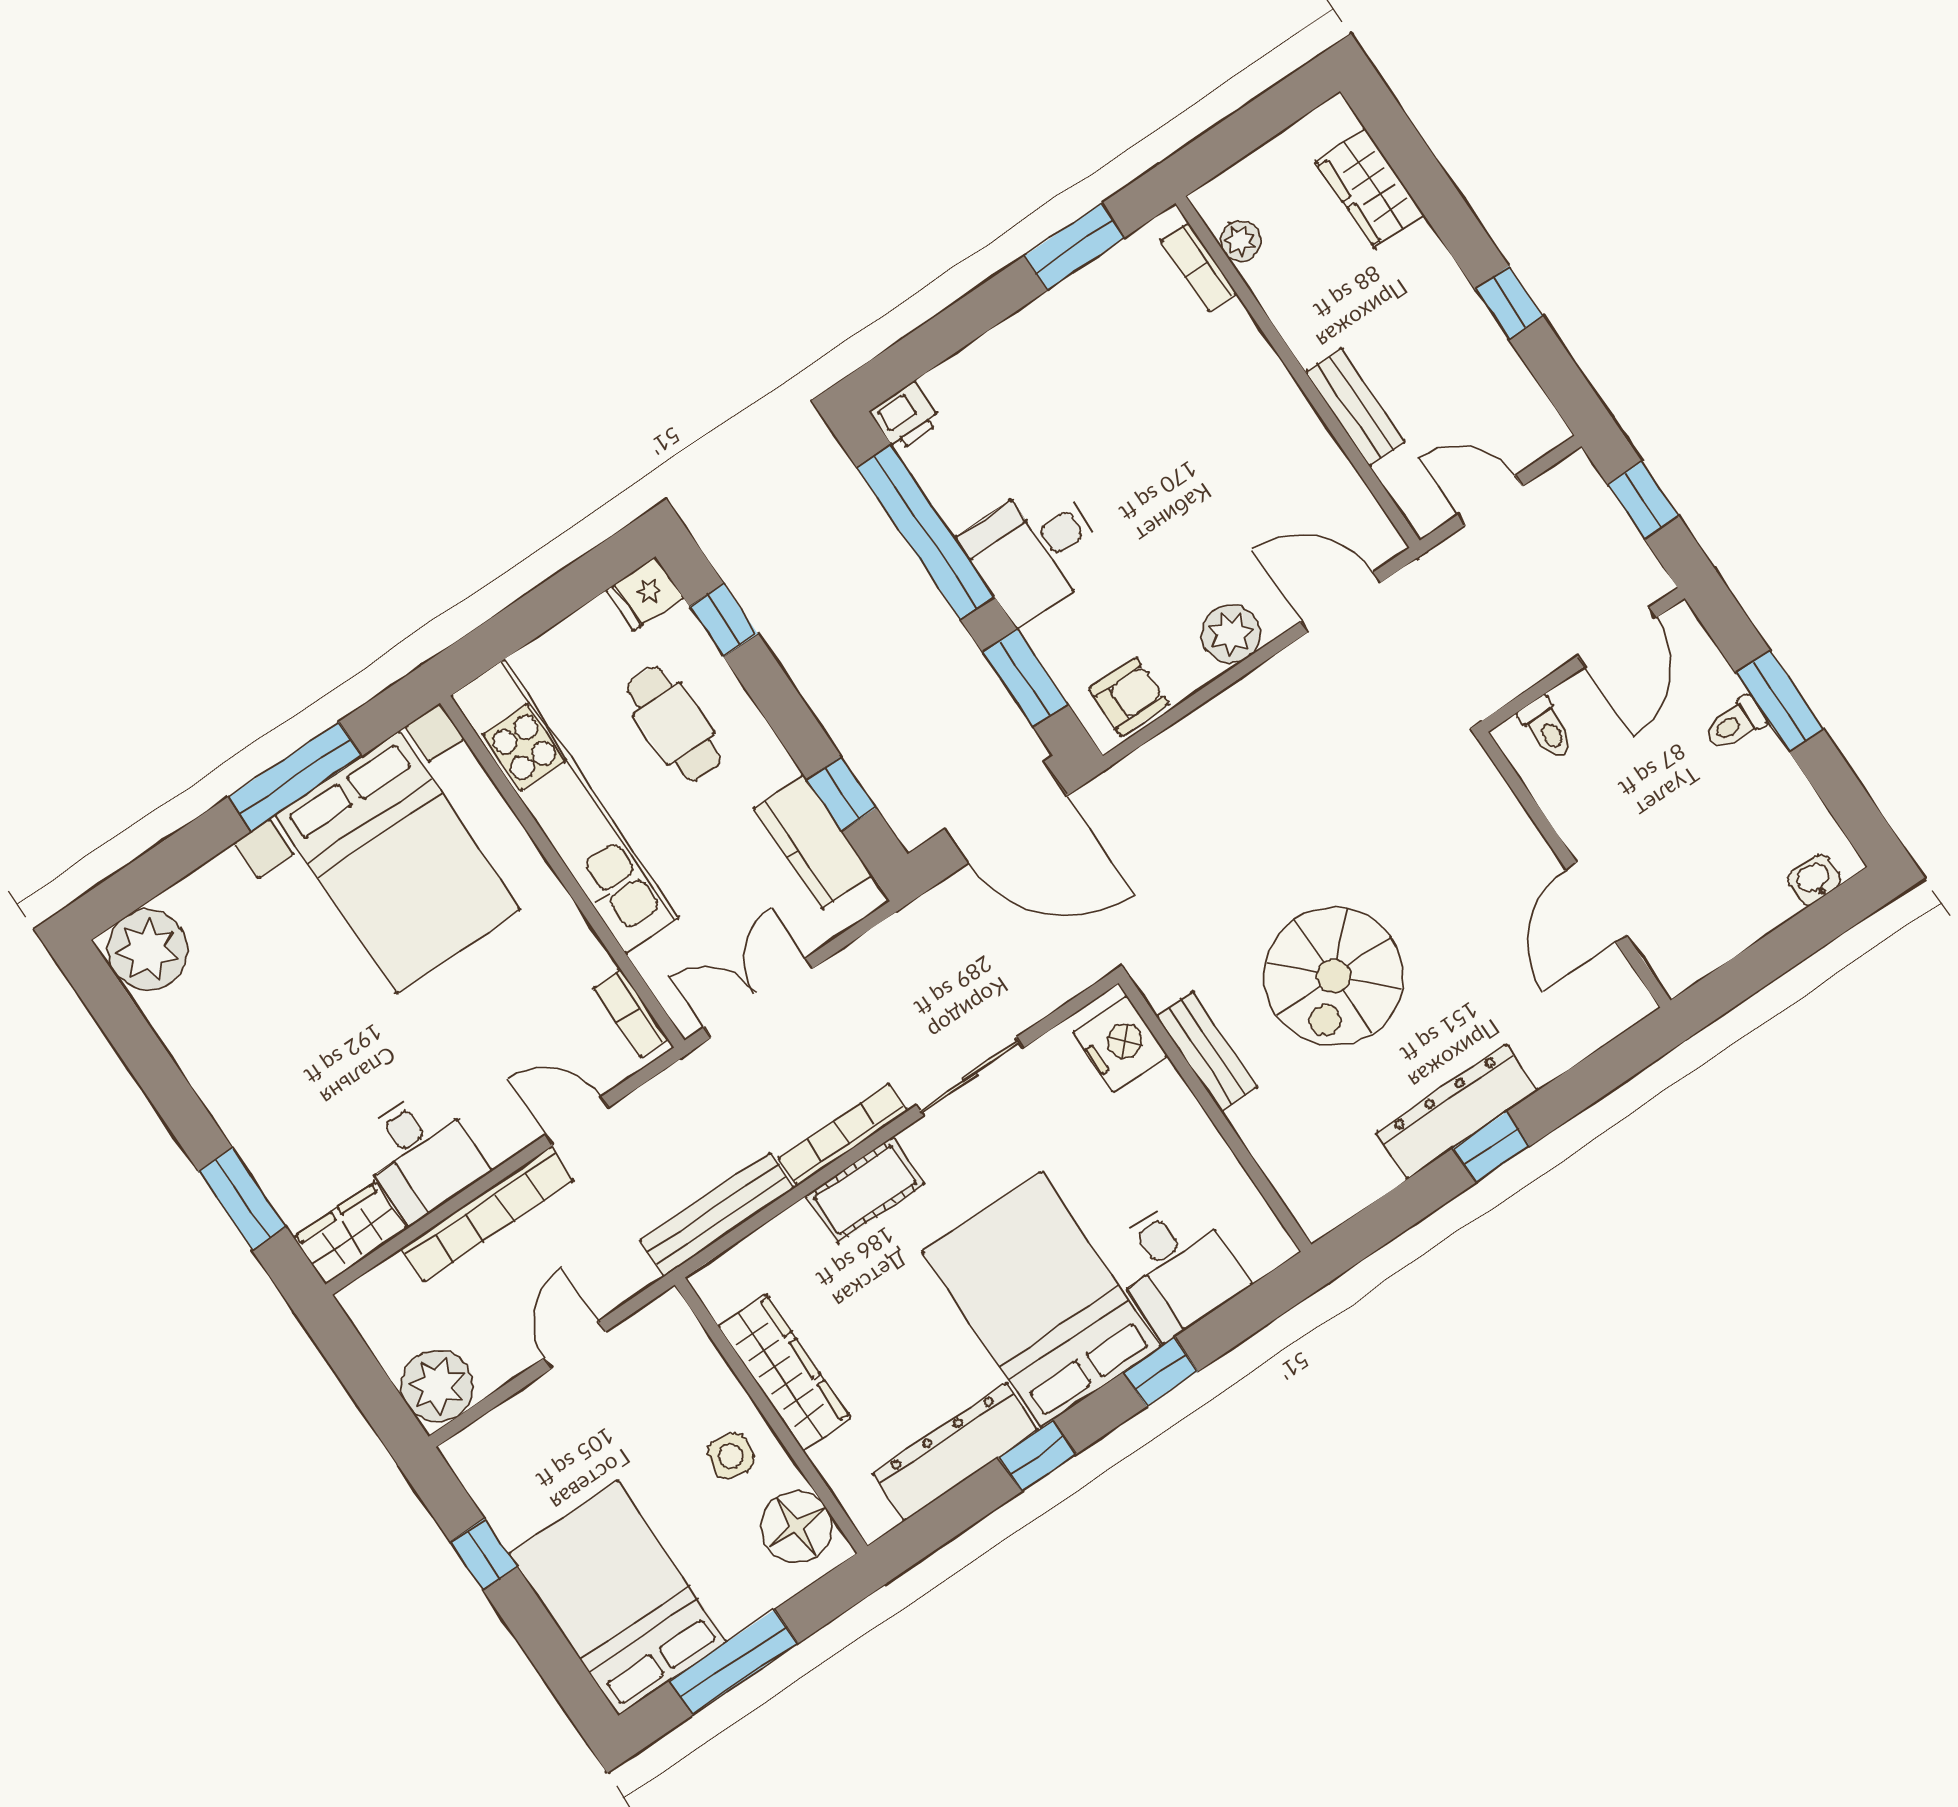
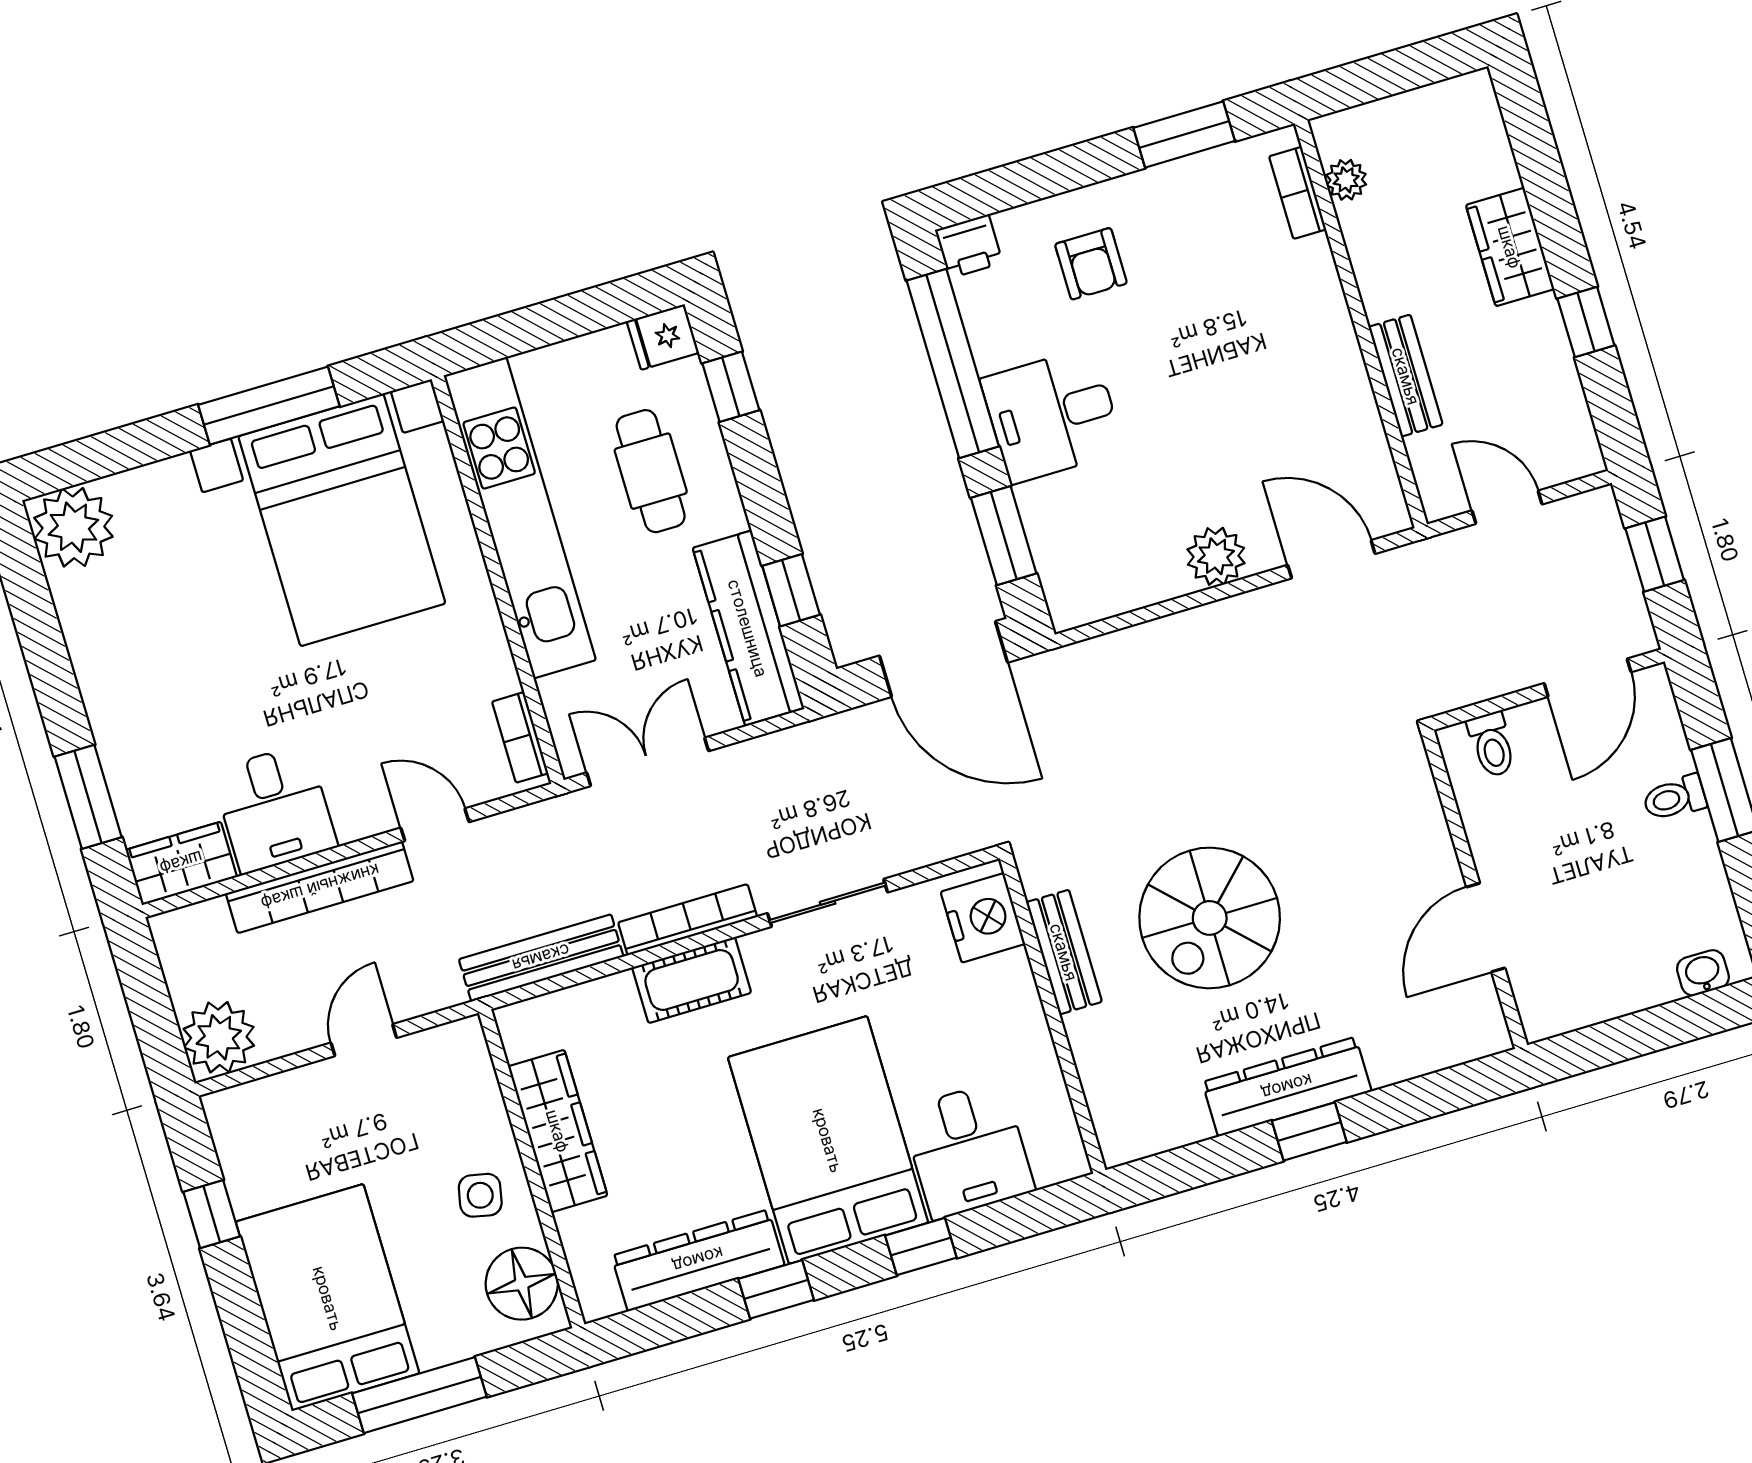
wardrobe: (1370, 188) -> (1510, 247), moved
armchair: (1129, 697) -> (1091, 264), moved, turned 90
kitchen counter: (813, 842) -> (748, 628), width x1.50

